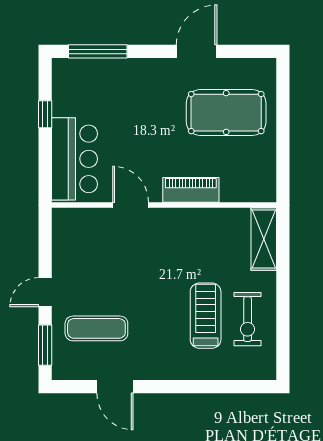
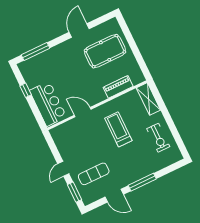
piano: (191, 190) -> (118, 87), moved
treadmill: (206, 316) -> (118, 129), moved
window: (179, 387) -> (142, 182), added

